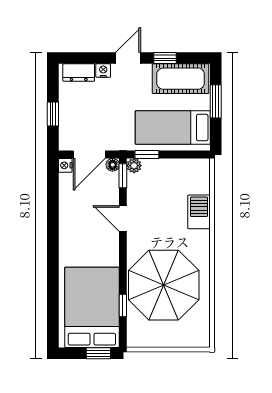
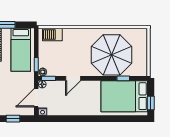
door: (89, 155) -> (36, 98), swing flipped
barbecue: (199, 212) -> (52, 35), moved
window: (98, 353) -> (151, 103), moved

